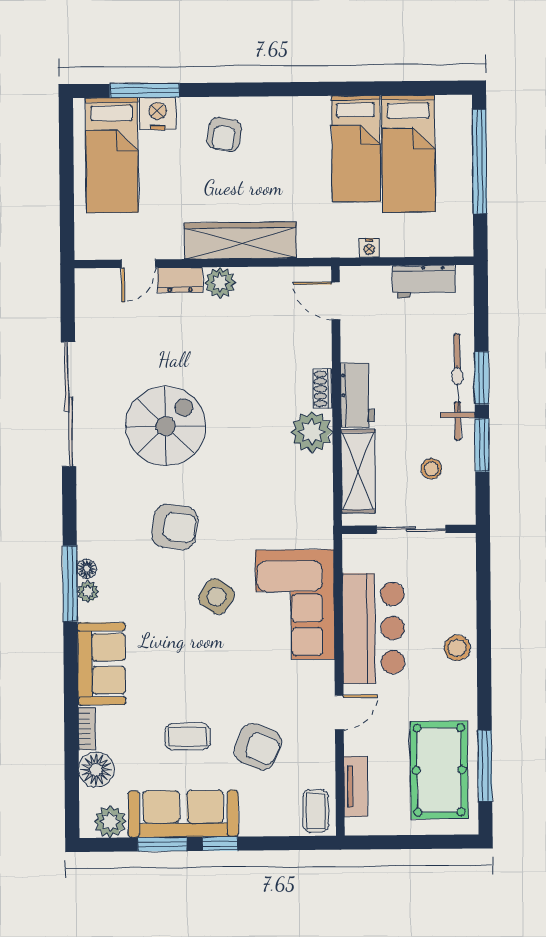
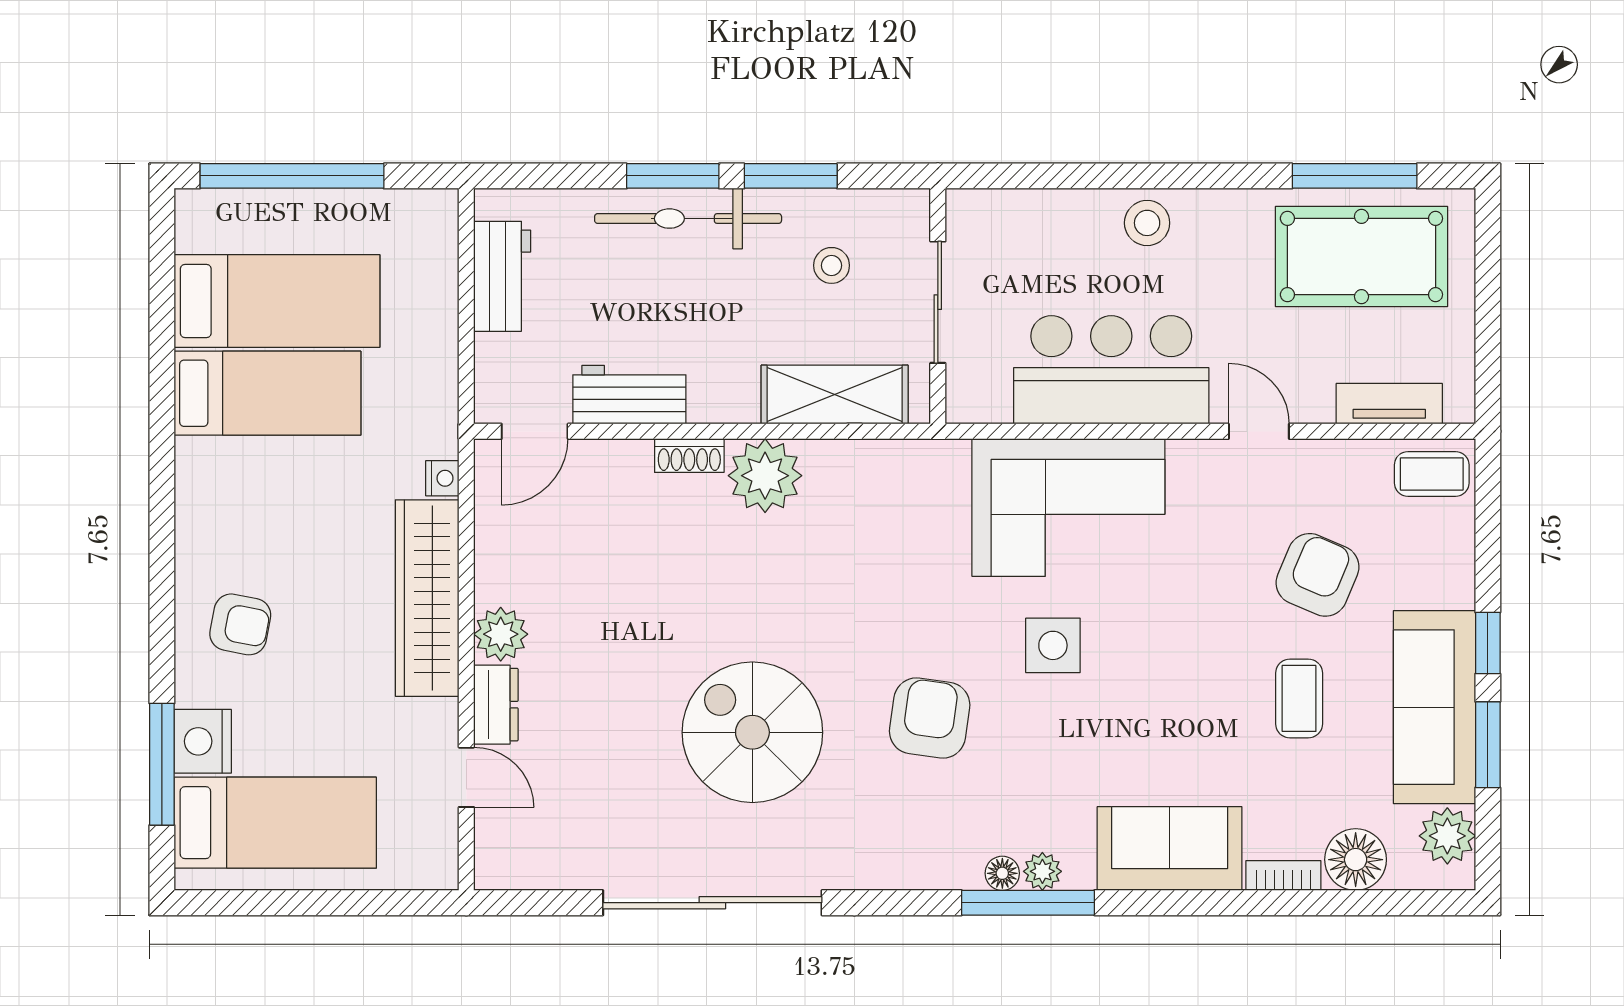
nightstand: (369, 248) -> (442, 478), moved
workbench: (357, 395) -> (629, 395), moved
side table: (217, 596) -> (1053, 645), turned -35

